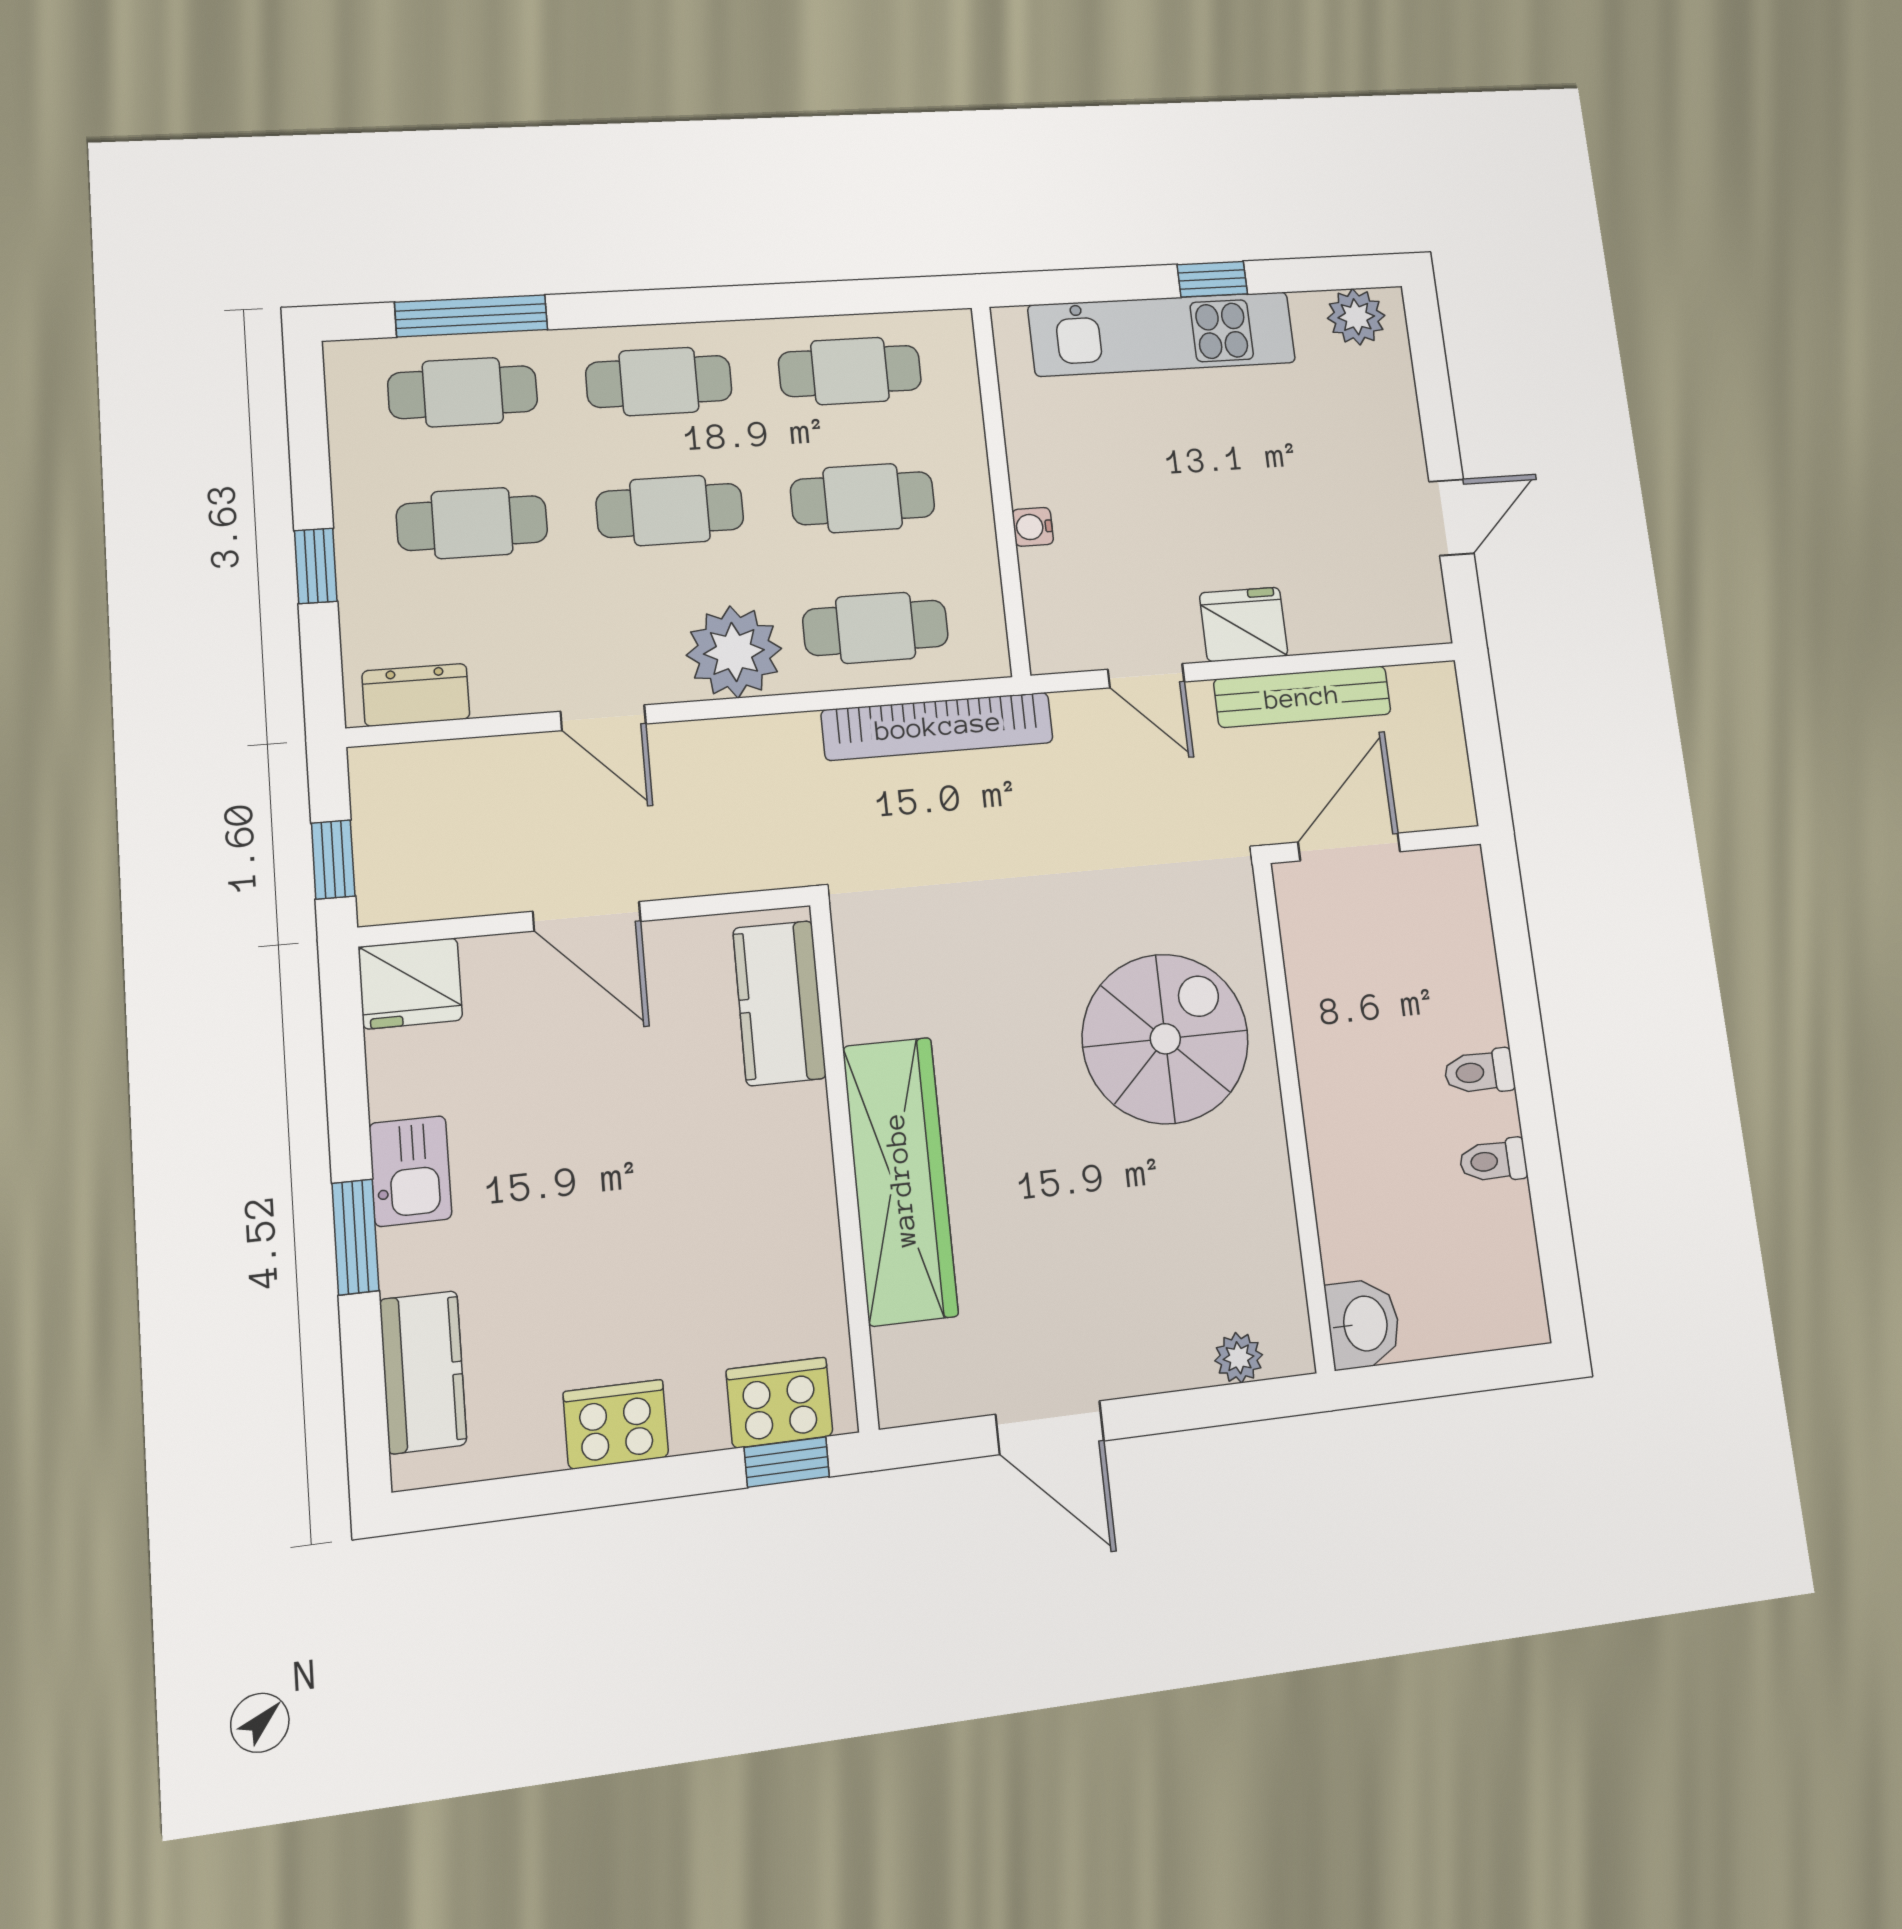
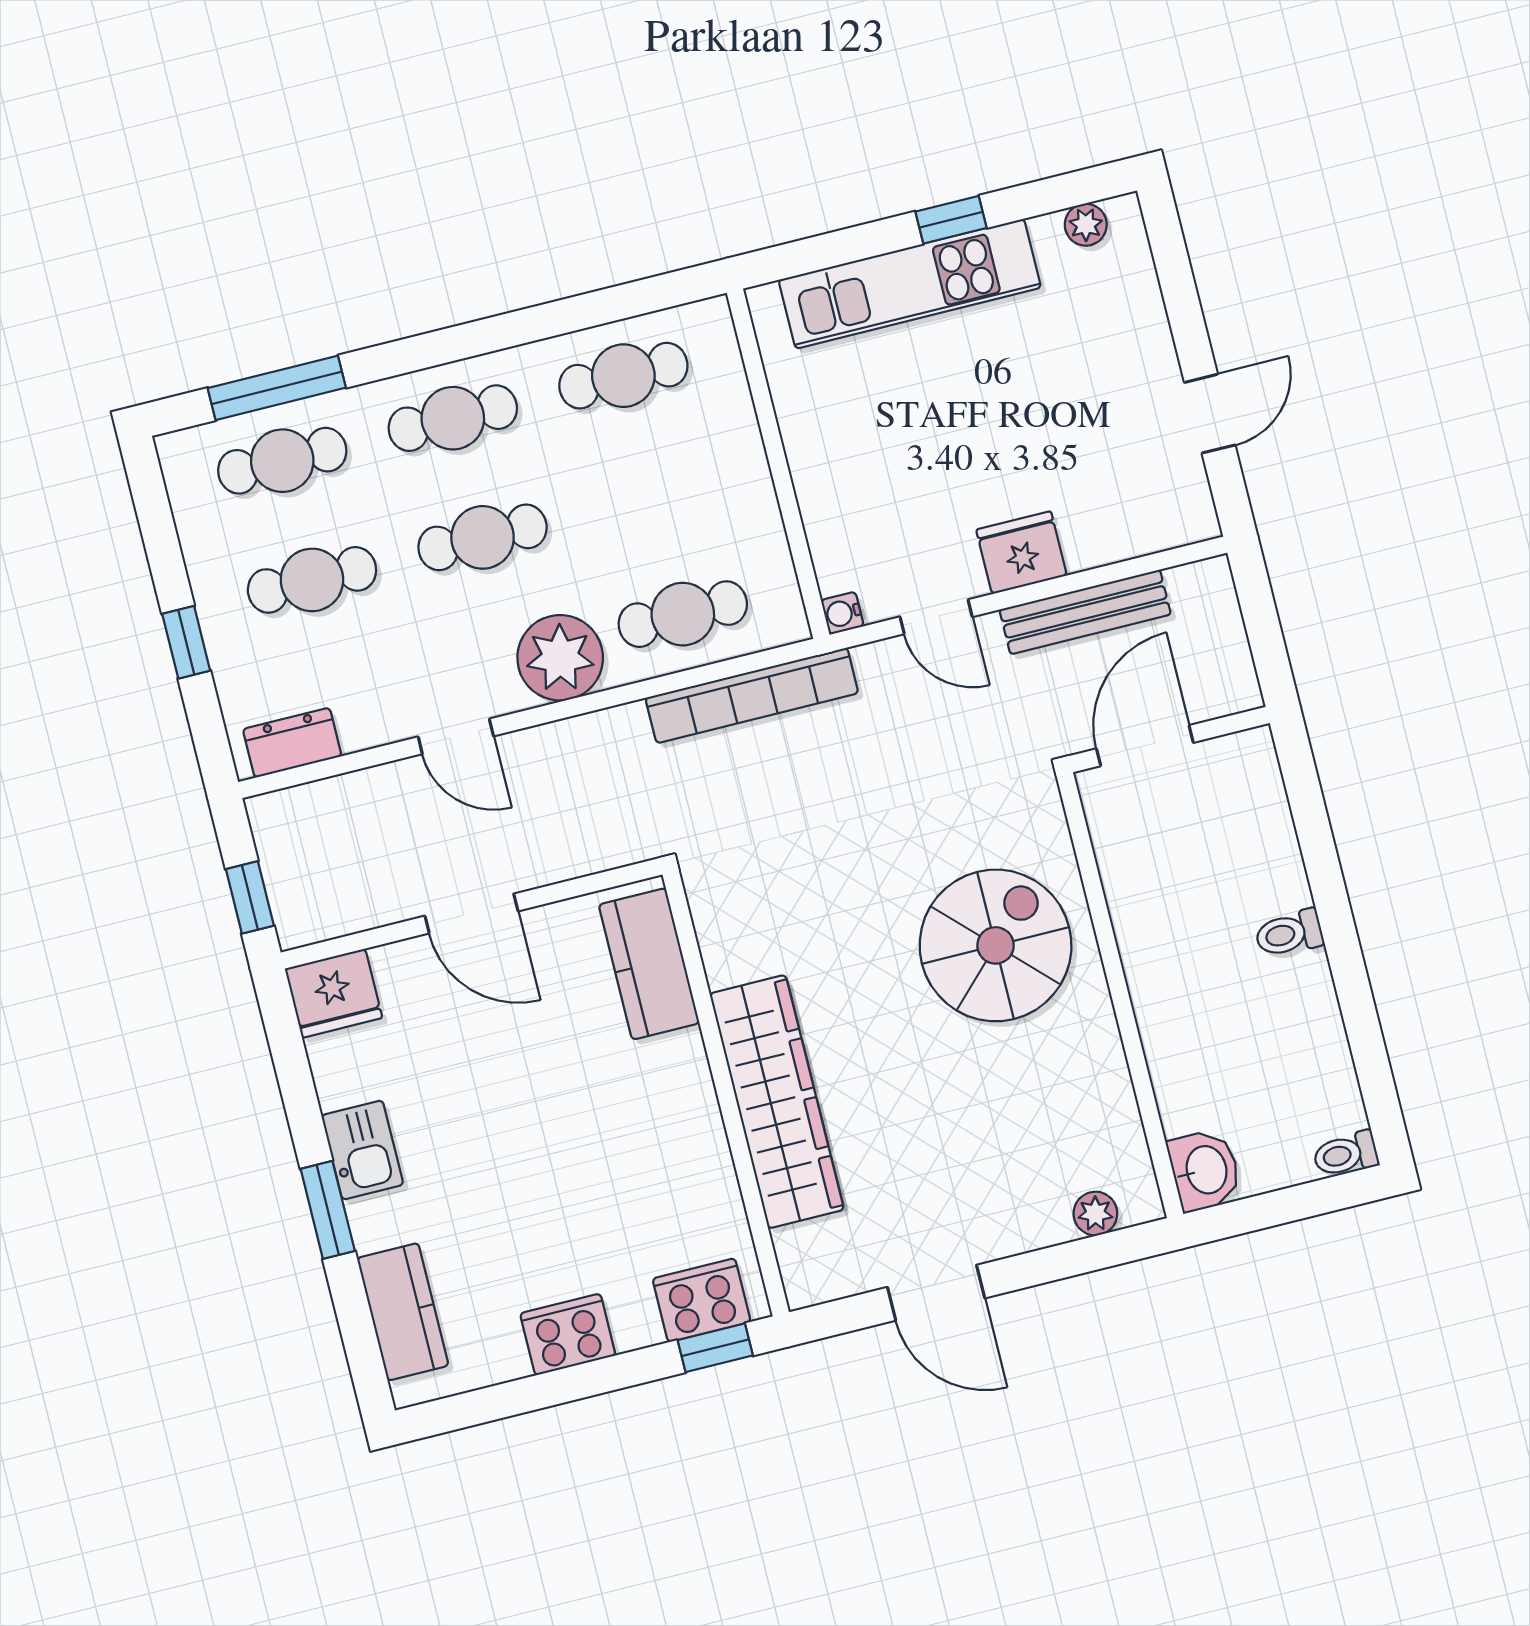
plant: (1356, 317) -> (1086, 225), width x0.73, depth x0.73
cafe table: (863, 498) -> (653, 495), removed
water cooler: (1033, 527) -> (842, 613), moved
toilet: (1493, 1161) -> (1346, 1154), moved

